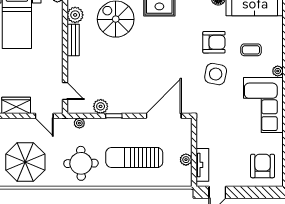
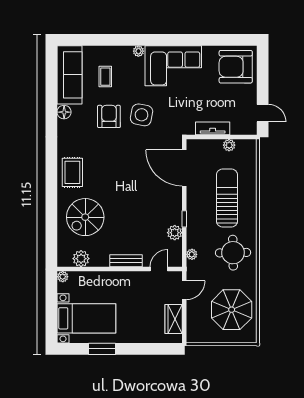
bench: (73, 40) -> (126, 261), moved
coffee table: (251, 50) -> (105, 77), moved
sun lounger: (134, 157) -> (227, 198), turned 180
tv unit: (202, 165) -> (213, 128), moved
armchair: (263, 166) -> (236, 67), width x1.36, depth x1.36

